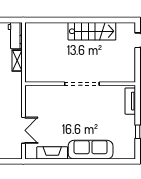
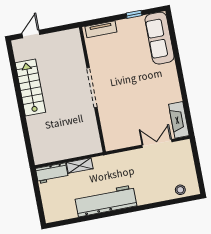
sofa: (91, 150) -> (160, 38), moved
fireplace: (52, 153) -> (179, 120), moved

